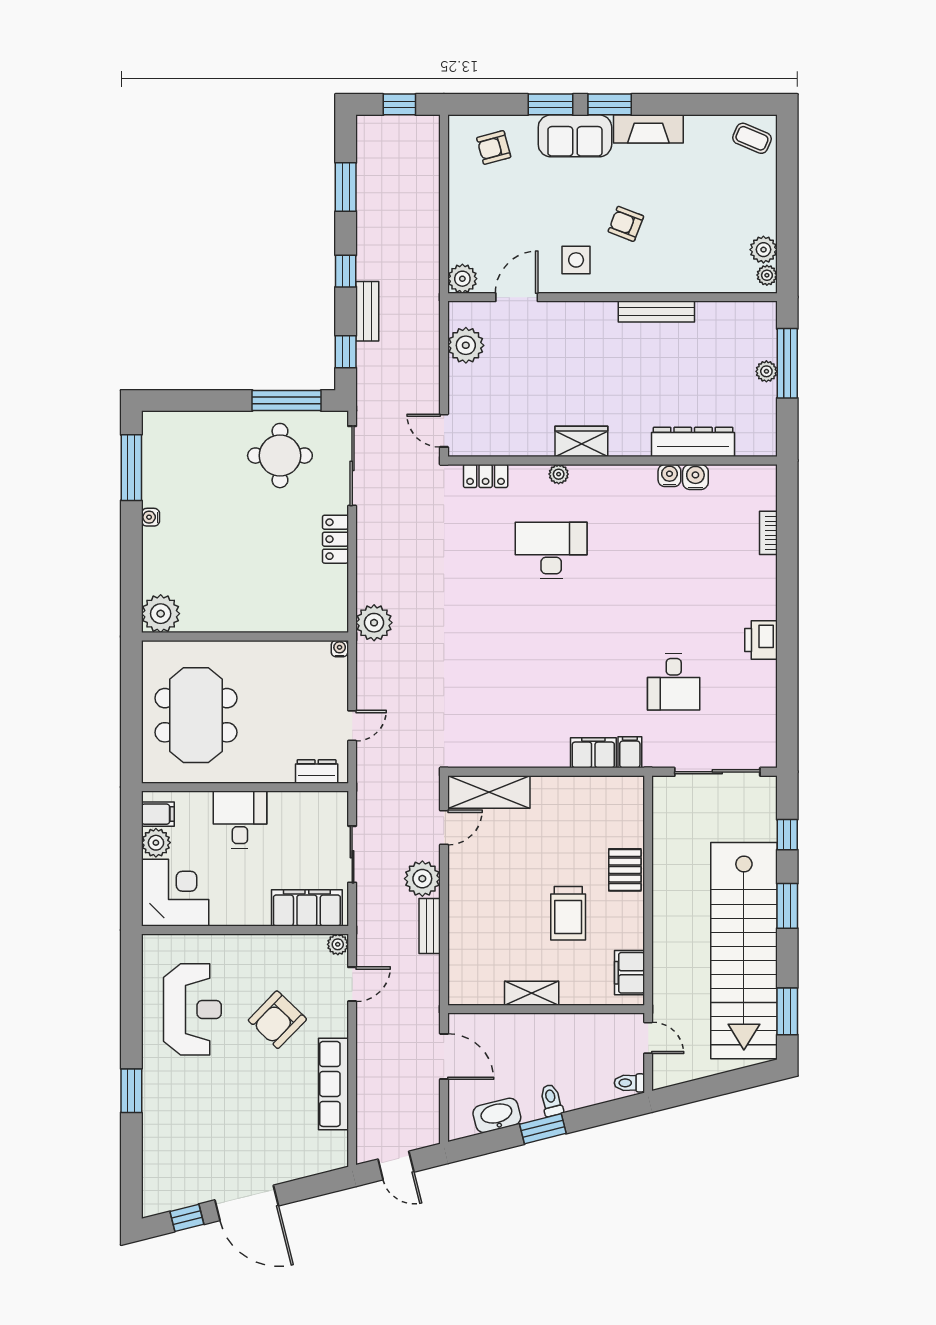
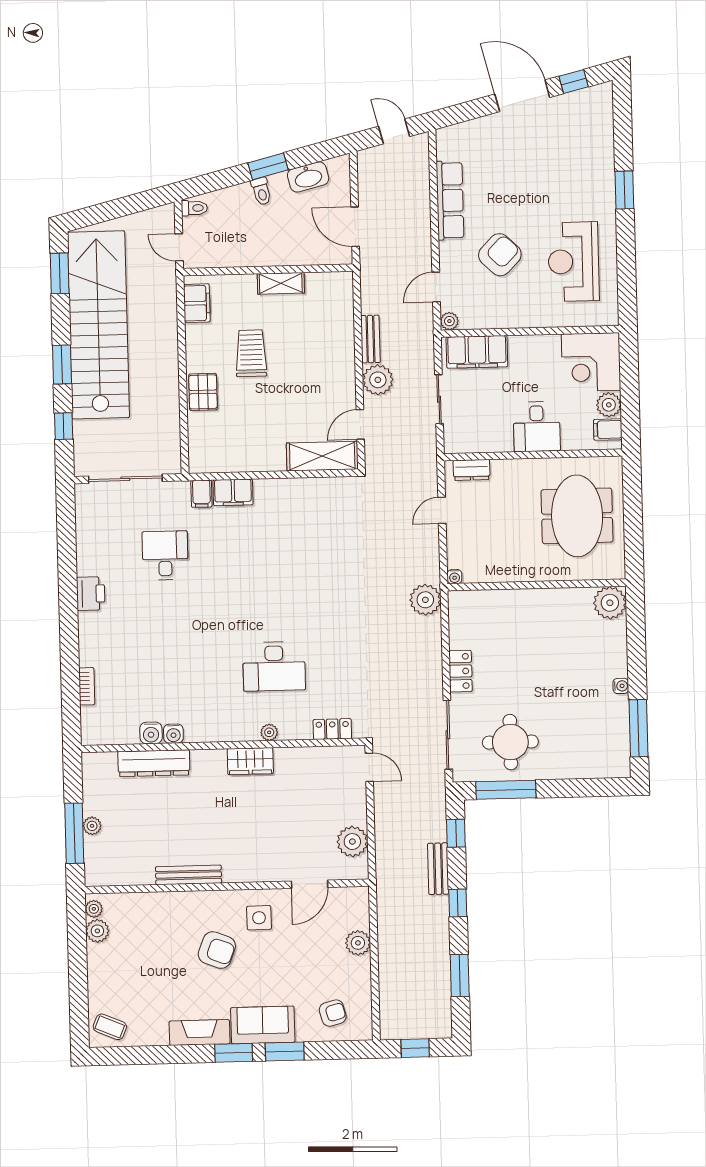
armchair: (626, 224) -> (217, 950), width x1.38, depth x1.38
plant: (462, 279) -> (358, 943), moved

